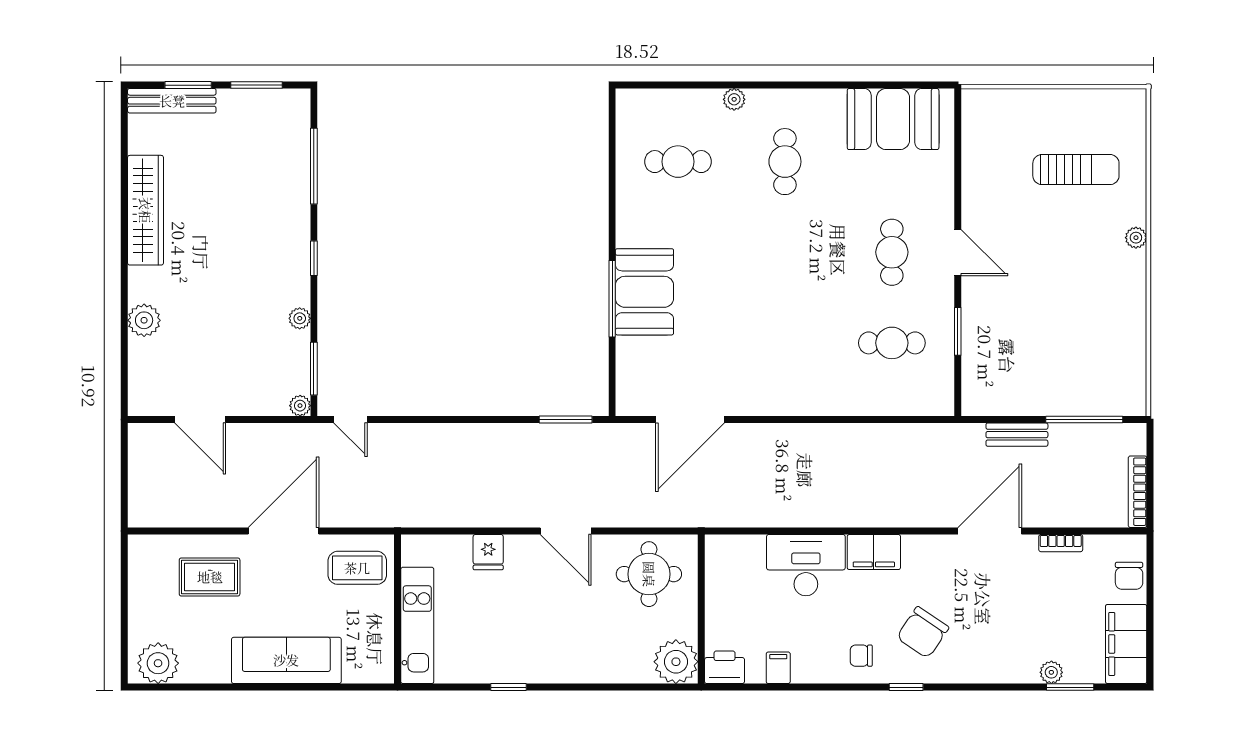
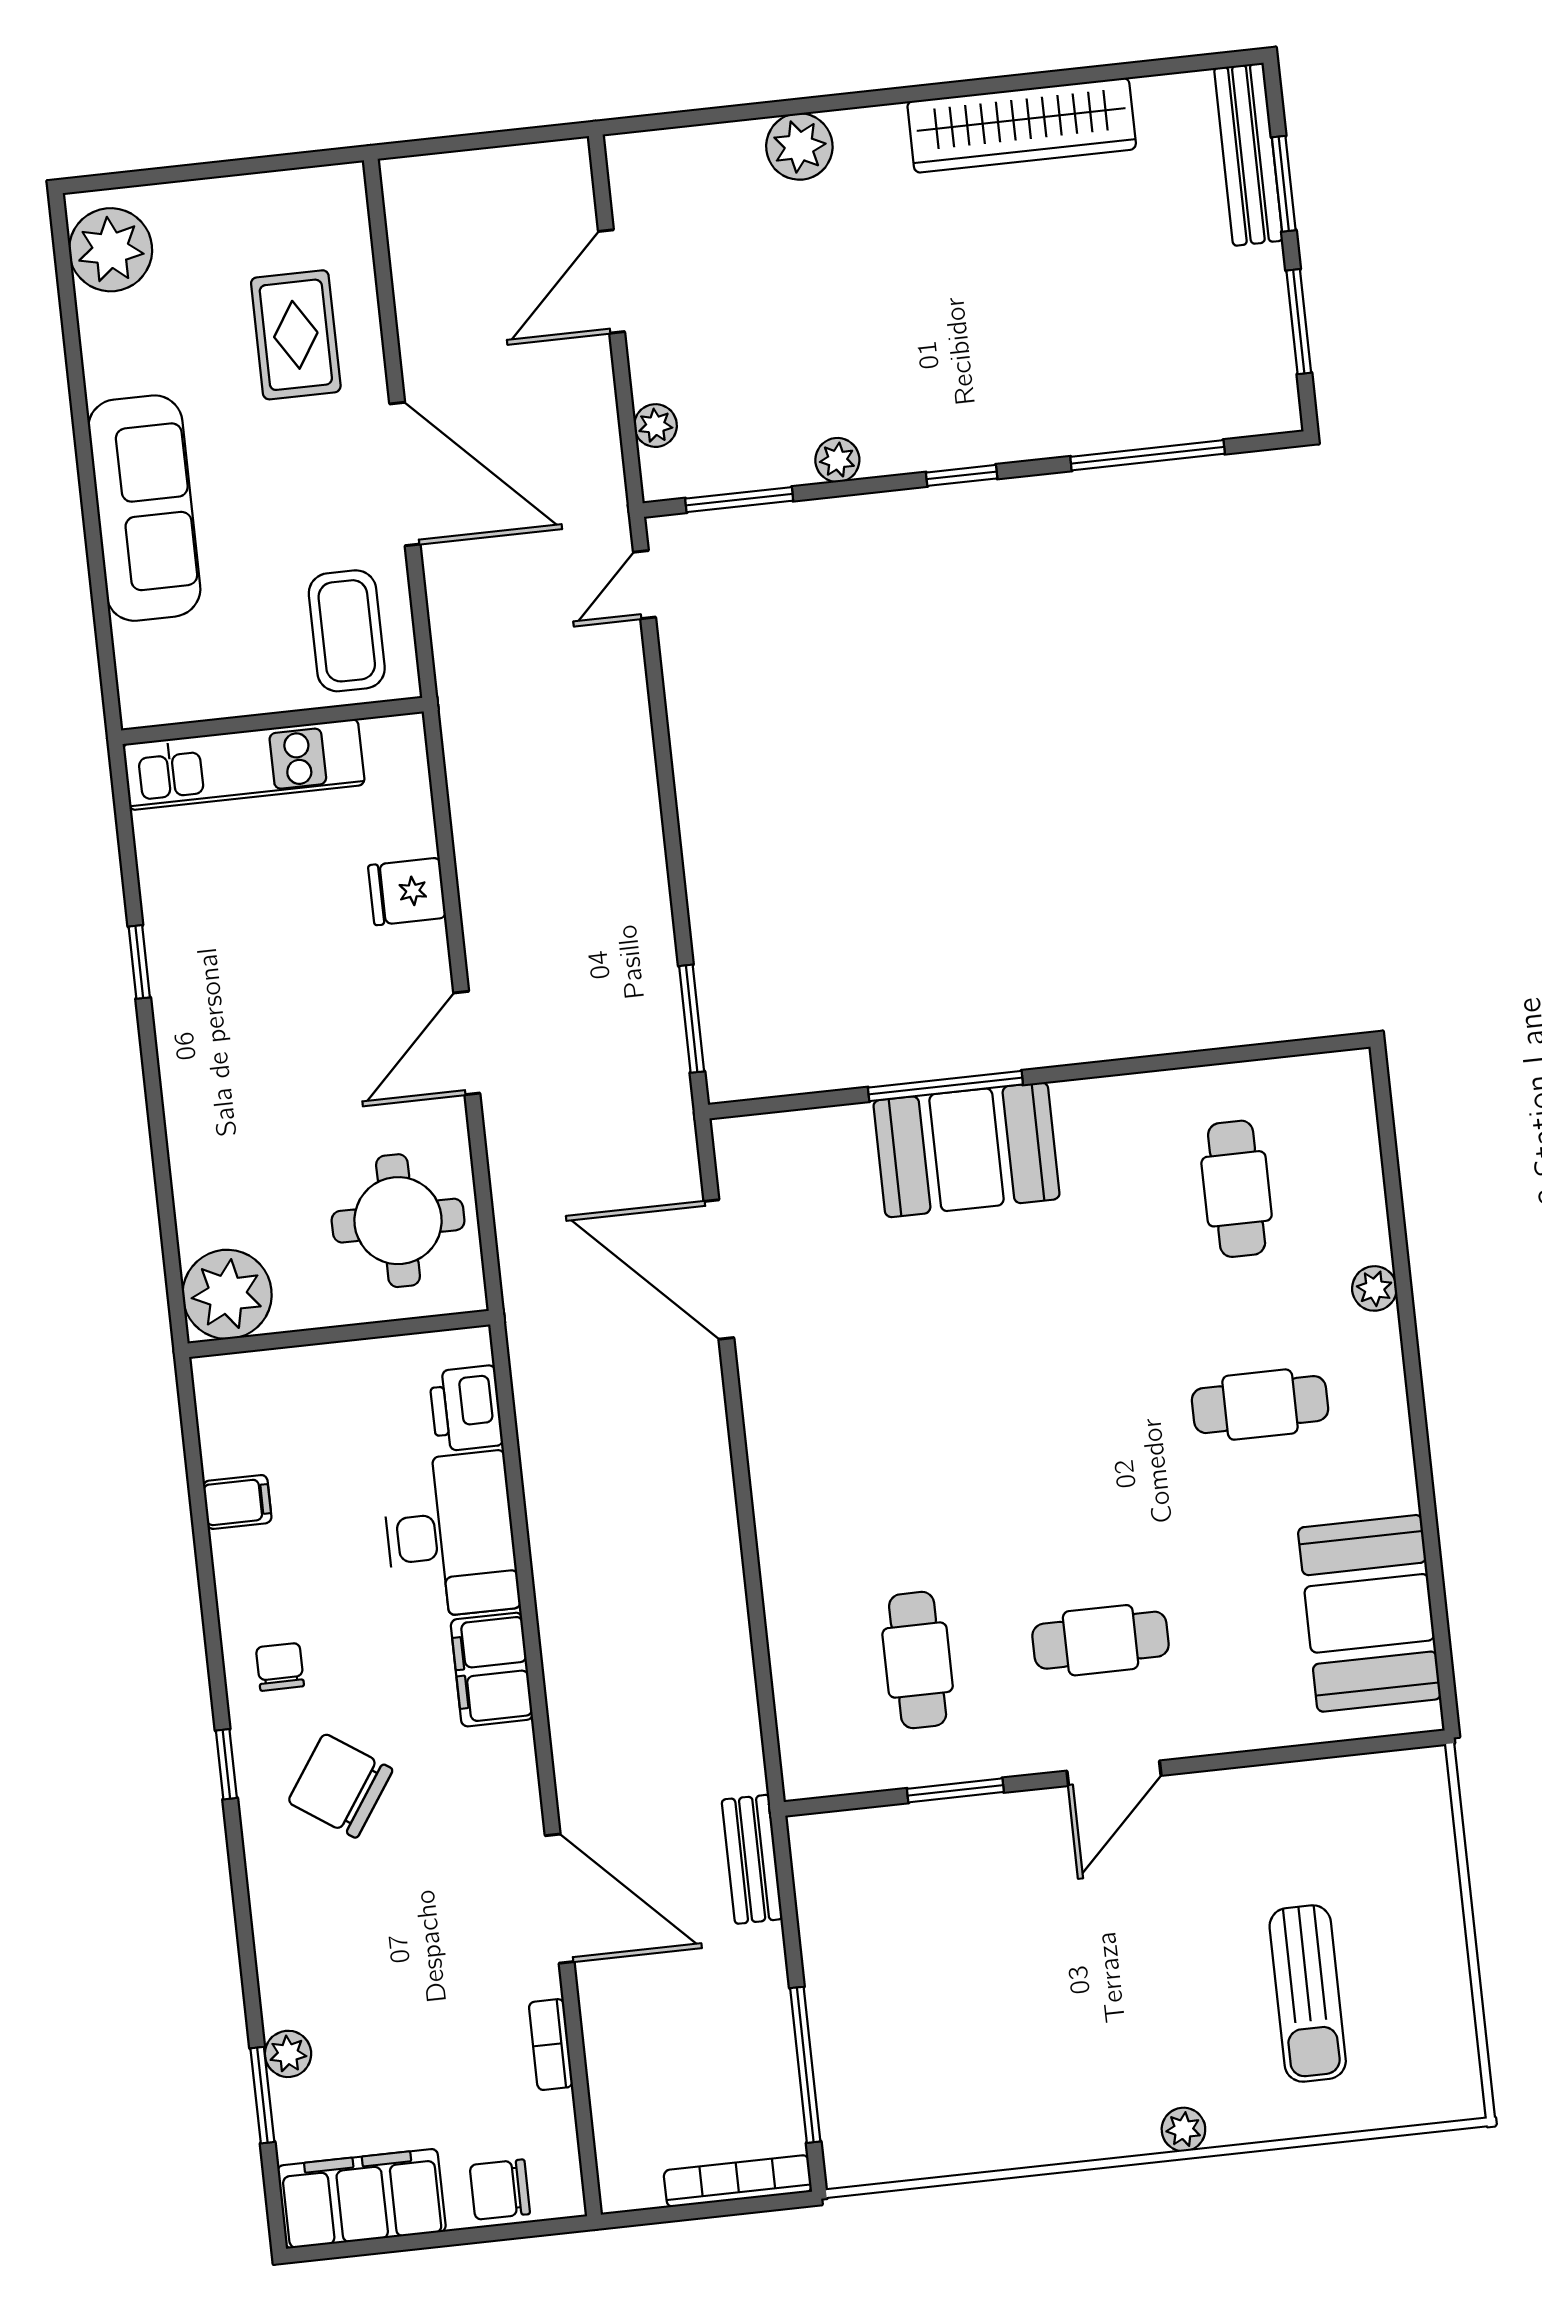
plant: (300, 406) -> (655, 426), moved
bench: (1017, 435) -> (752, 1859), moved
bookcase: (1138, 492) -> (738, 2181), moved
printer: (725, 667) -> (466, 1408), moved, turned 180

